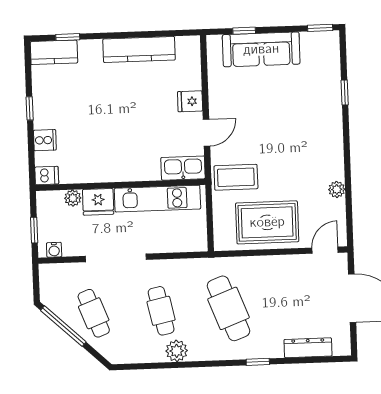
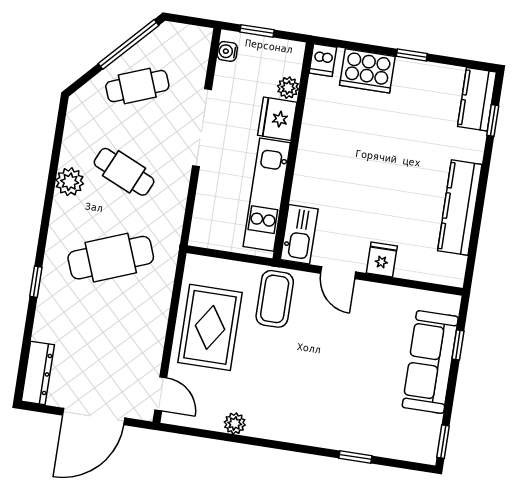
cooker: (45, 140) -> (367, 71), width x1.87, depth x1.31
cafe table: (161, 311) -> (124, 172), turned 36
dresser: (308, 348) -> (38, 373), moved

